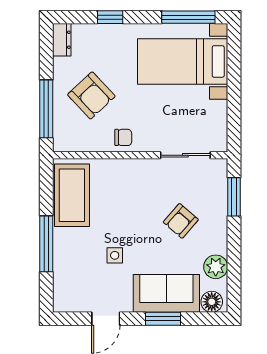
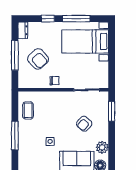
window: (188, 17) -> (76, 19), moved
window: (46, 109) -> (15, 55), moved
coffee table: (72, 195) -> (28, 110), width x0.54, depth x0.58

